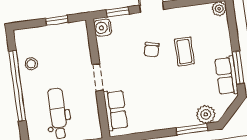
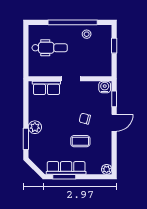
window: (57, 20) -> (114, 46), moved
row of seats: (226, 76) -> (66, 168), width x1.48
plant: (206, 114) -> (35, 127), moved

